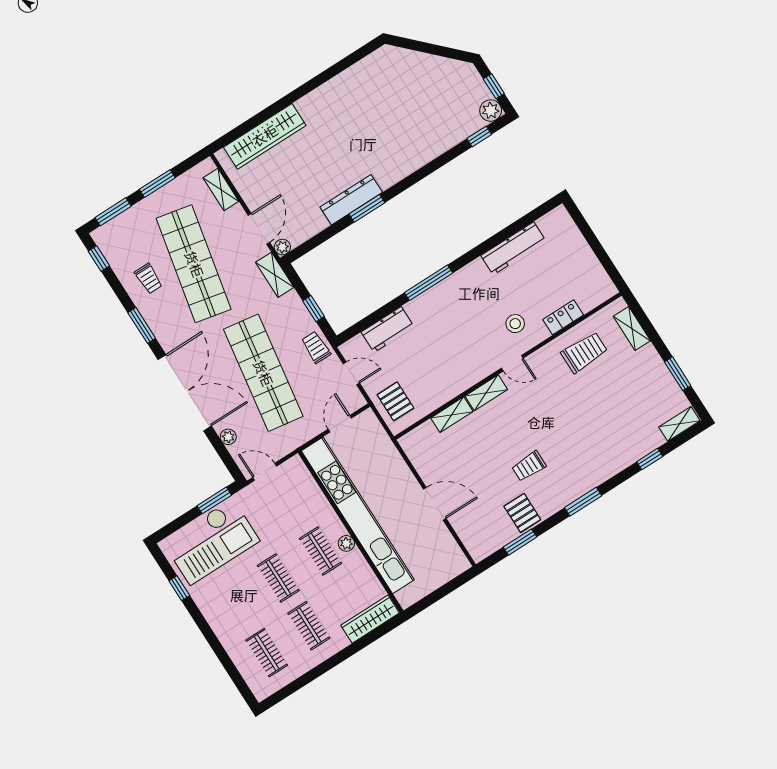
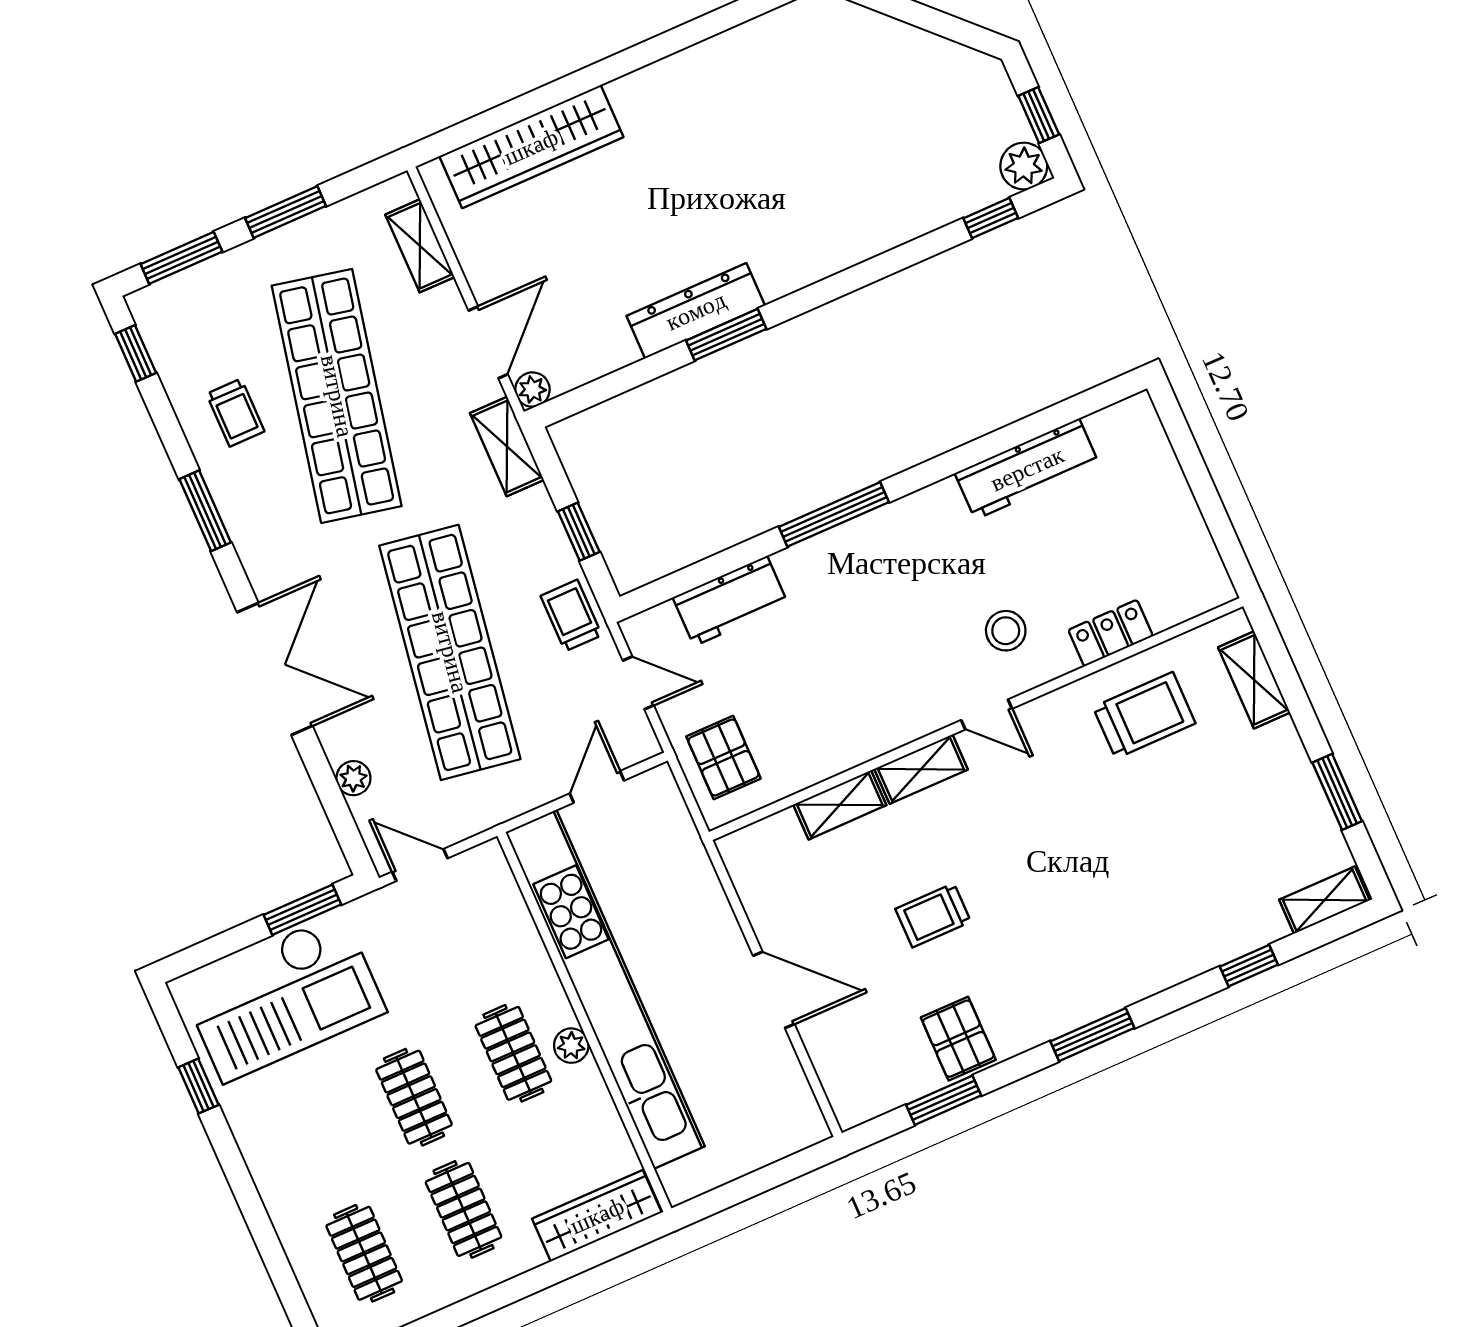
double door: (185, 393) -> (275, 669), width x0.73
trolley: (529, 466) -> (933, 915), moved

